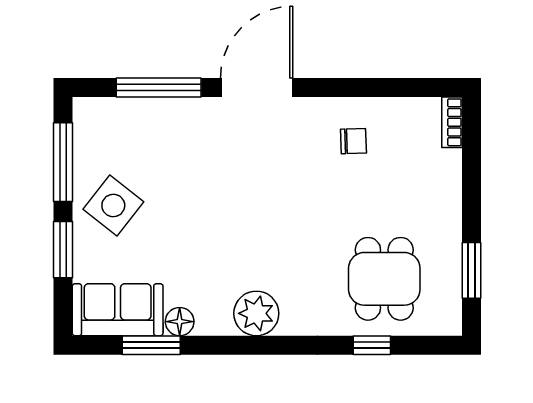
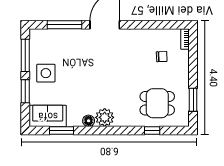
chair: (353, 141) -> (162, 57), moved
side table: (113, 205) -> (46, 73), turned -38
dining table: (384, 279) -> (157, 103), turned 90
floor lamp: (180, 322) -> (89, 121), moved

